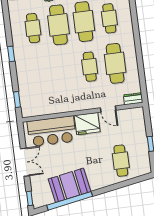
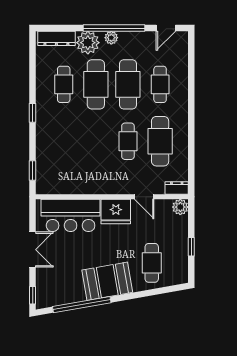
plant: (138, 113) -> (180, 207), added
booth: (69, 185) -> (107, 281), moved

